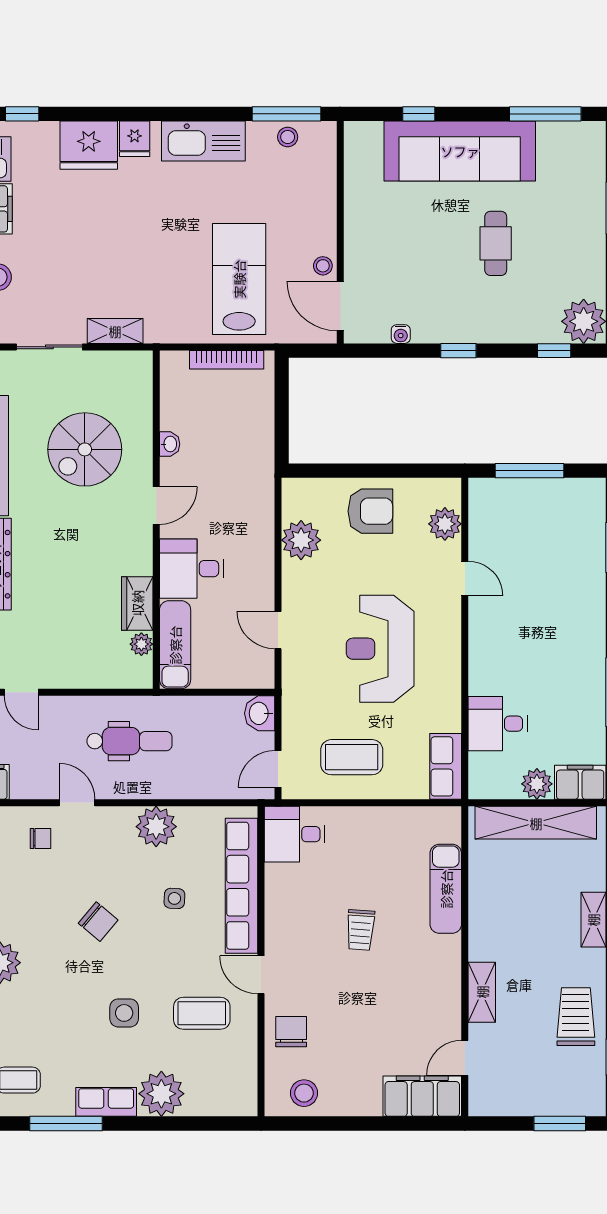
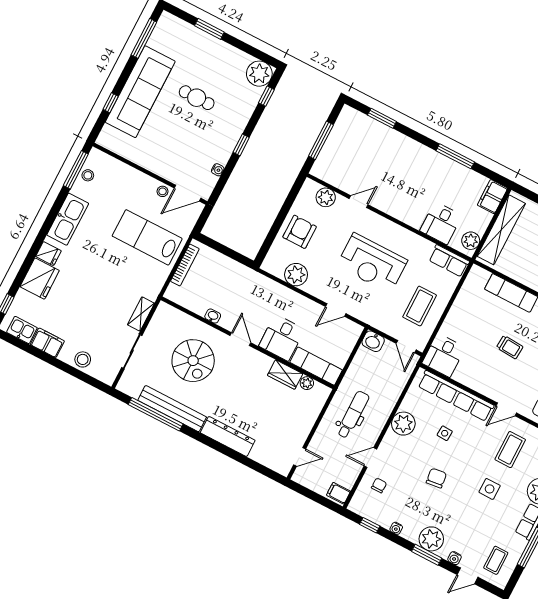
plant: (537, 784) -> (471, 241), moved
chair: (98, 922) -> (436, 478), turned -47

